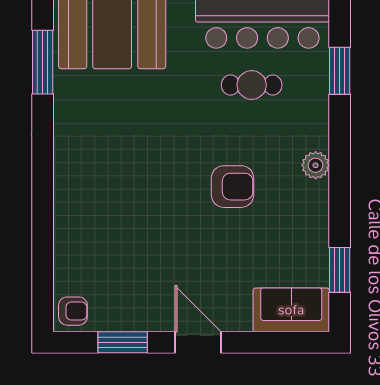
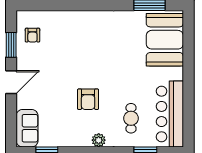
cafe table: (252, 85) -> (131, 118), moved
armchair: (73, 311) -> (32, 35), moved

